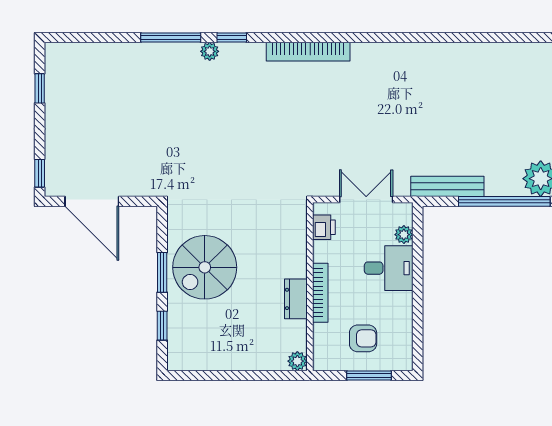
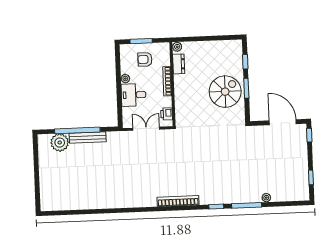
plant: (210, 51) -> (266, 198), moved
bench: (447, 186) -> (88, 138), moved
double door: (366, 199) -> (146, 129), swing flipped
plant: (404, 235) -> (125, 79), moved
dresser: (296, 299) -> (179, 64), moved

